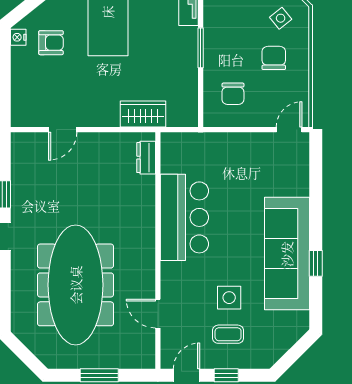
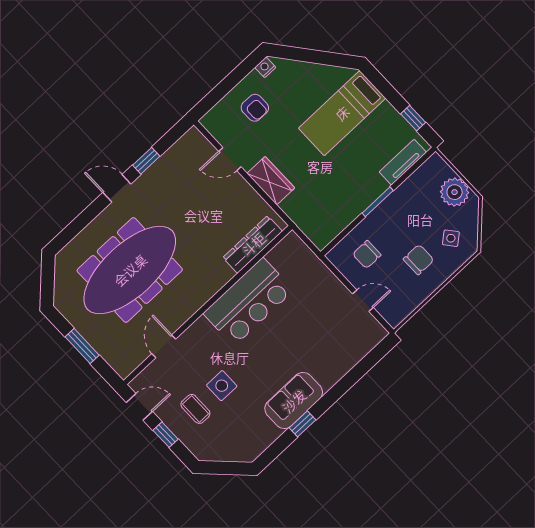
armchair: (51, 43) -> (255, 108), moved
wardrobe: (143, 114) -> (271, 181), moved
door: (289, 130) -> (363, 301), moved
dresser: (146, 158) -> (253, 244), width x1.96, depth x1.24
sofa: (287, 254) -> (294, 401), width x0.54, depth x0.79

